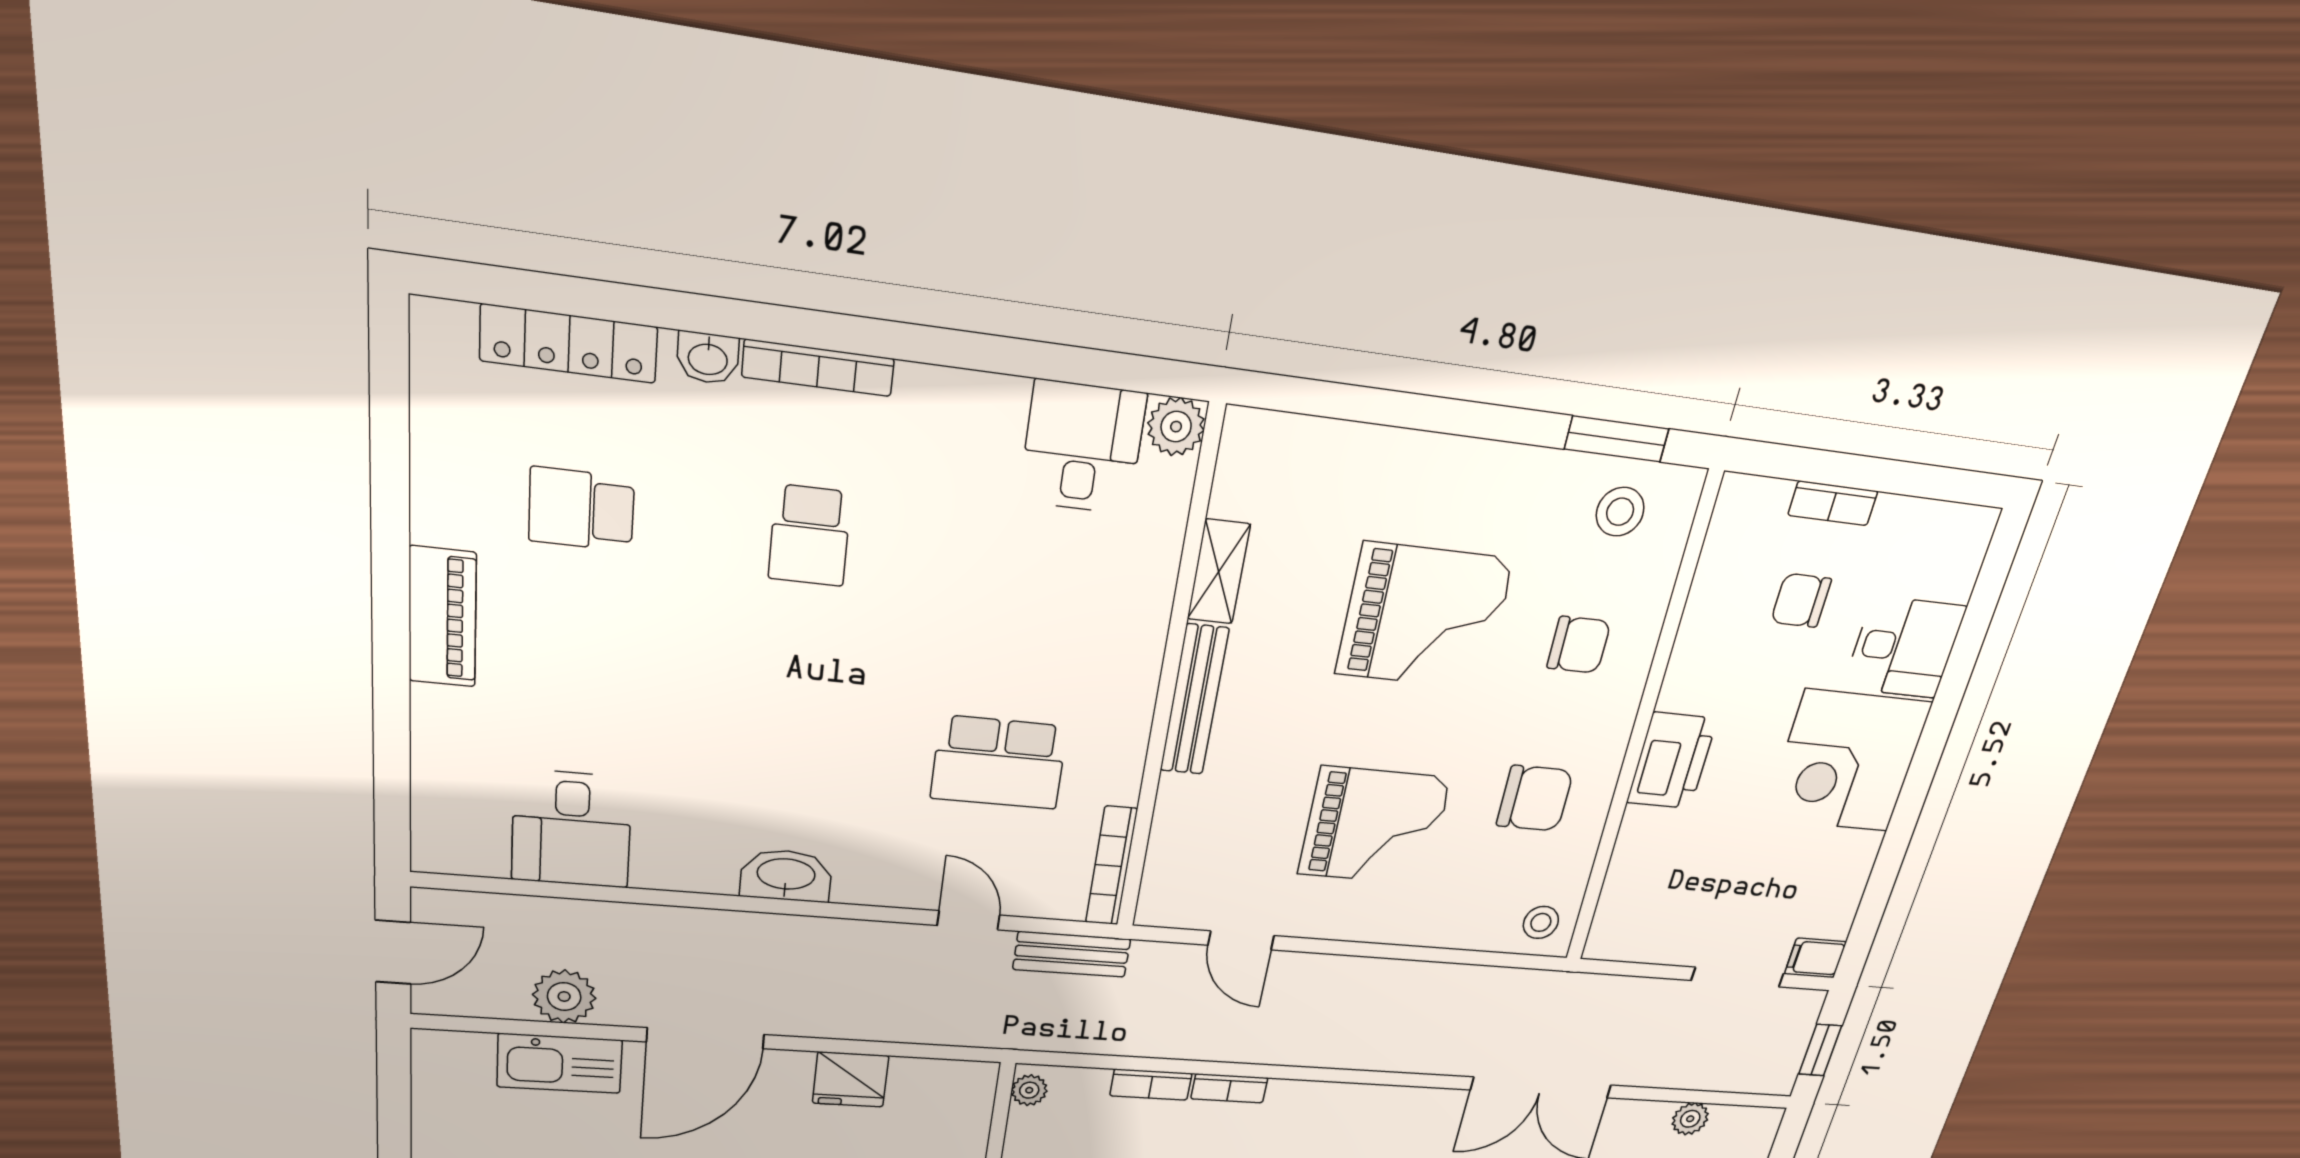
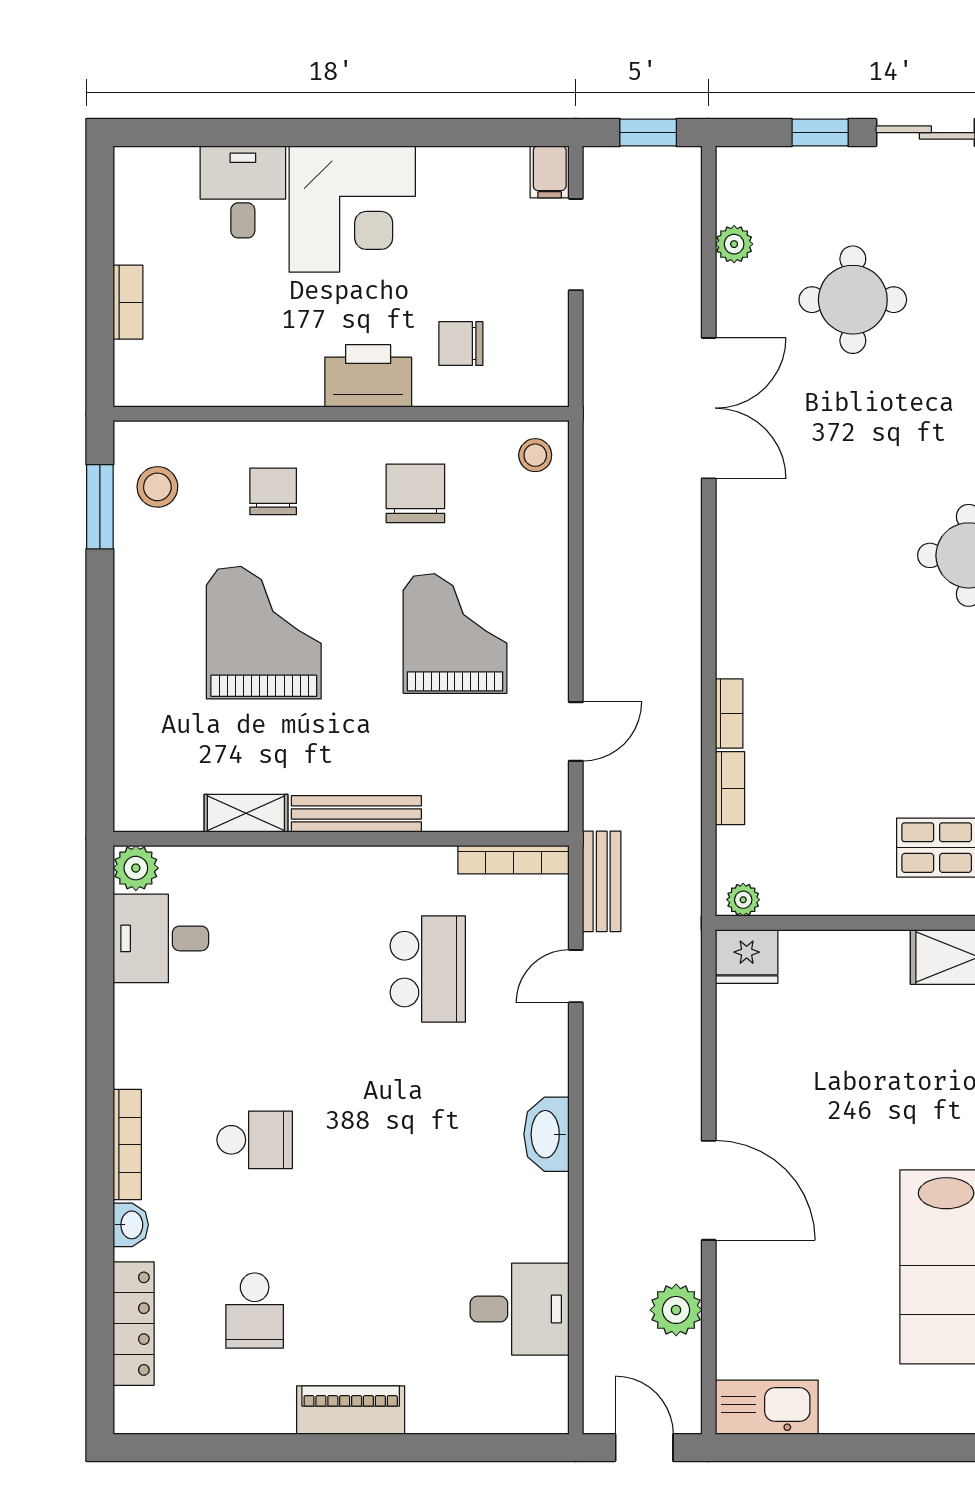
chair: (1801, 600) -> (461, 343), moved, turned 90
kitchen sink: (560, 1063) -> (767, 1407), moved, turned -90
fridge: (851, 1079) -> (747, 956), moved, turned 90

